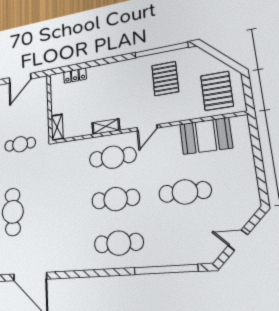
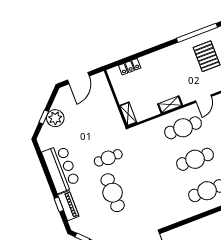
cafe table: (20, 144) -> (108, 158), moved

